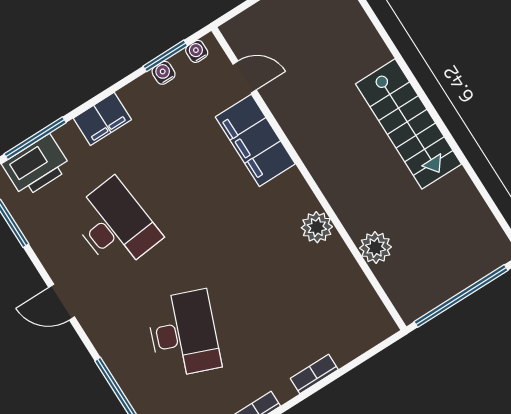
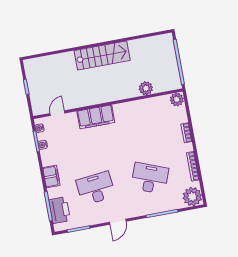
filing cabinet: (255, 140) -> (96, 117), moved
plant: (317, 227) -> (177, 99), moved

